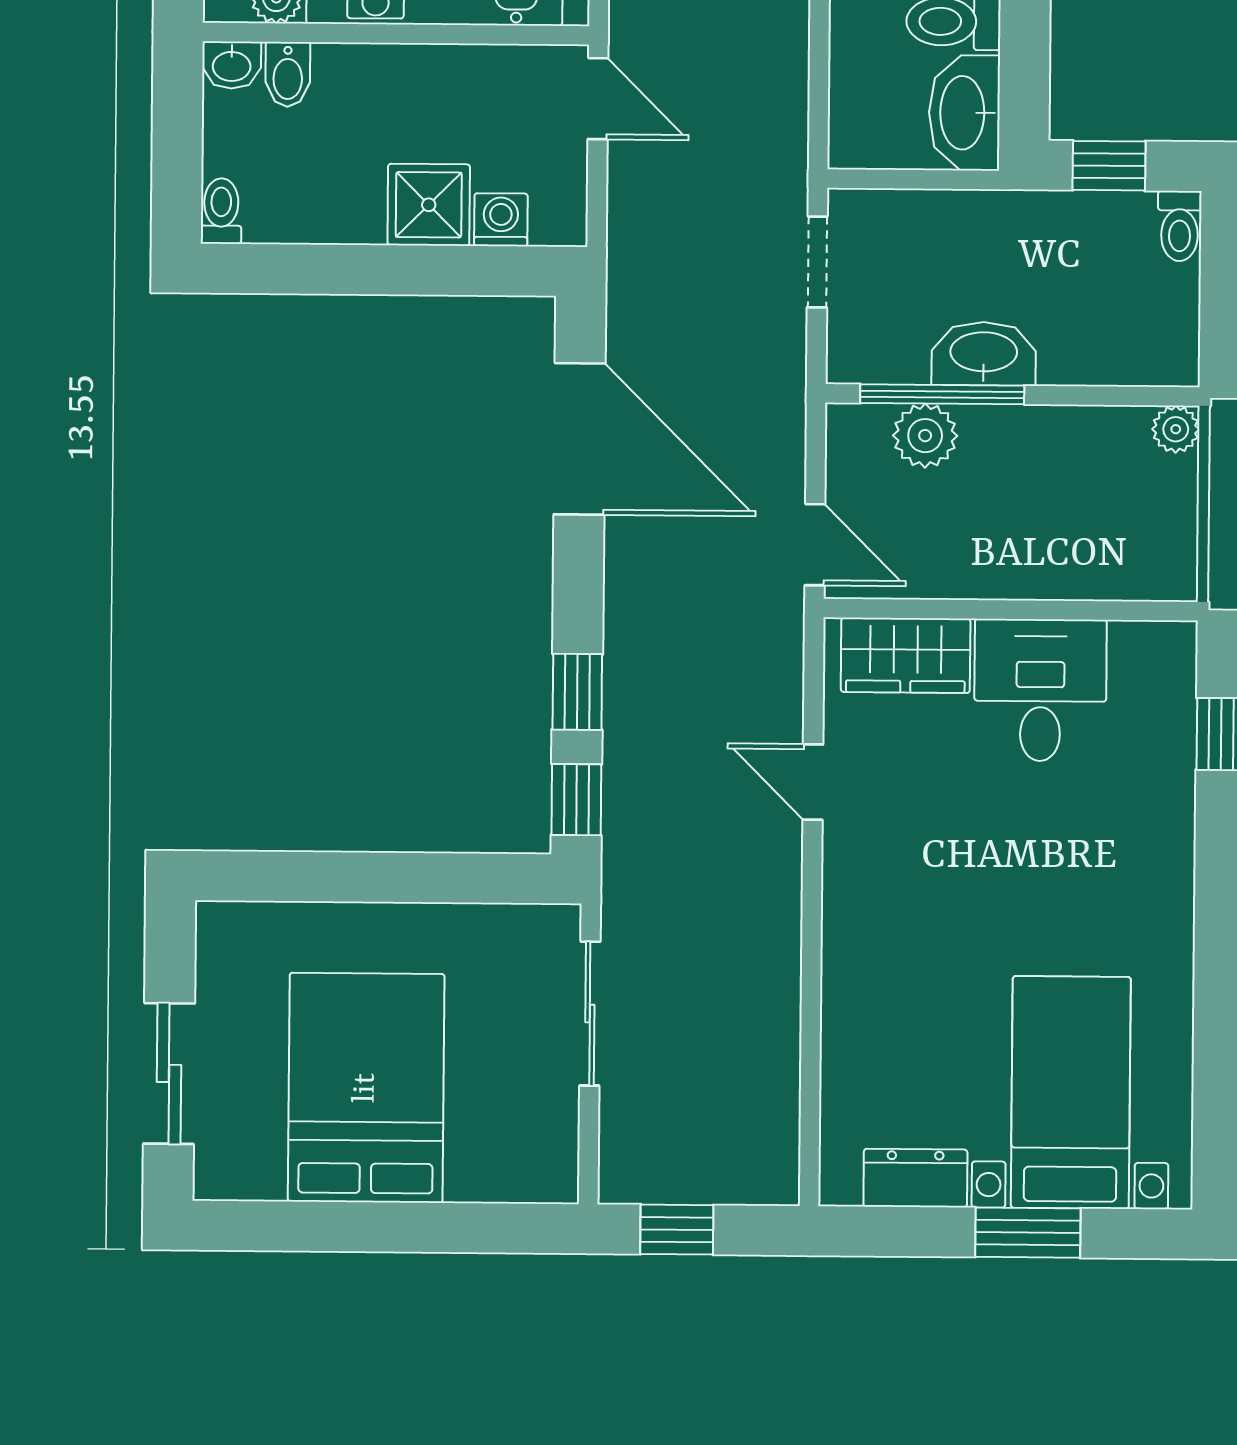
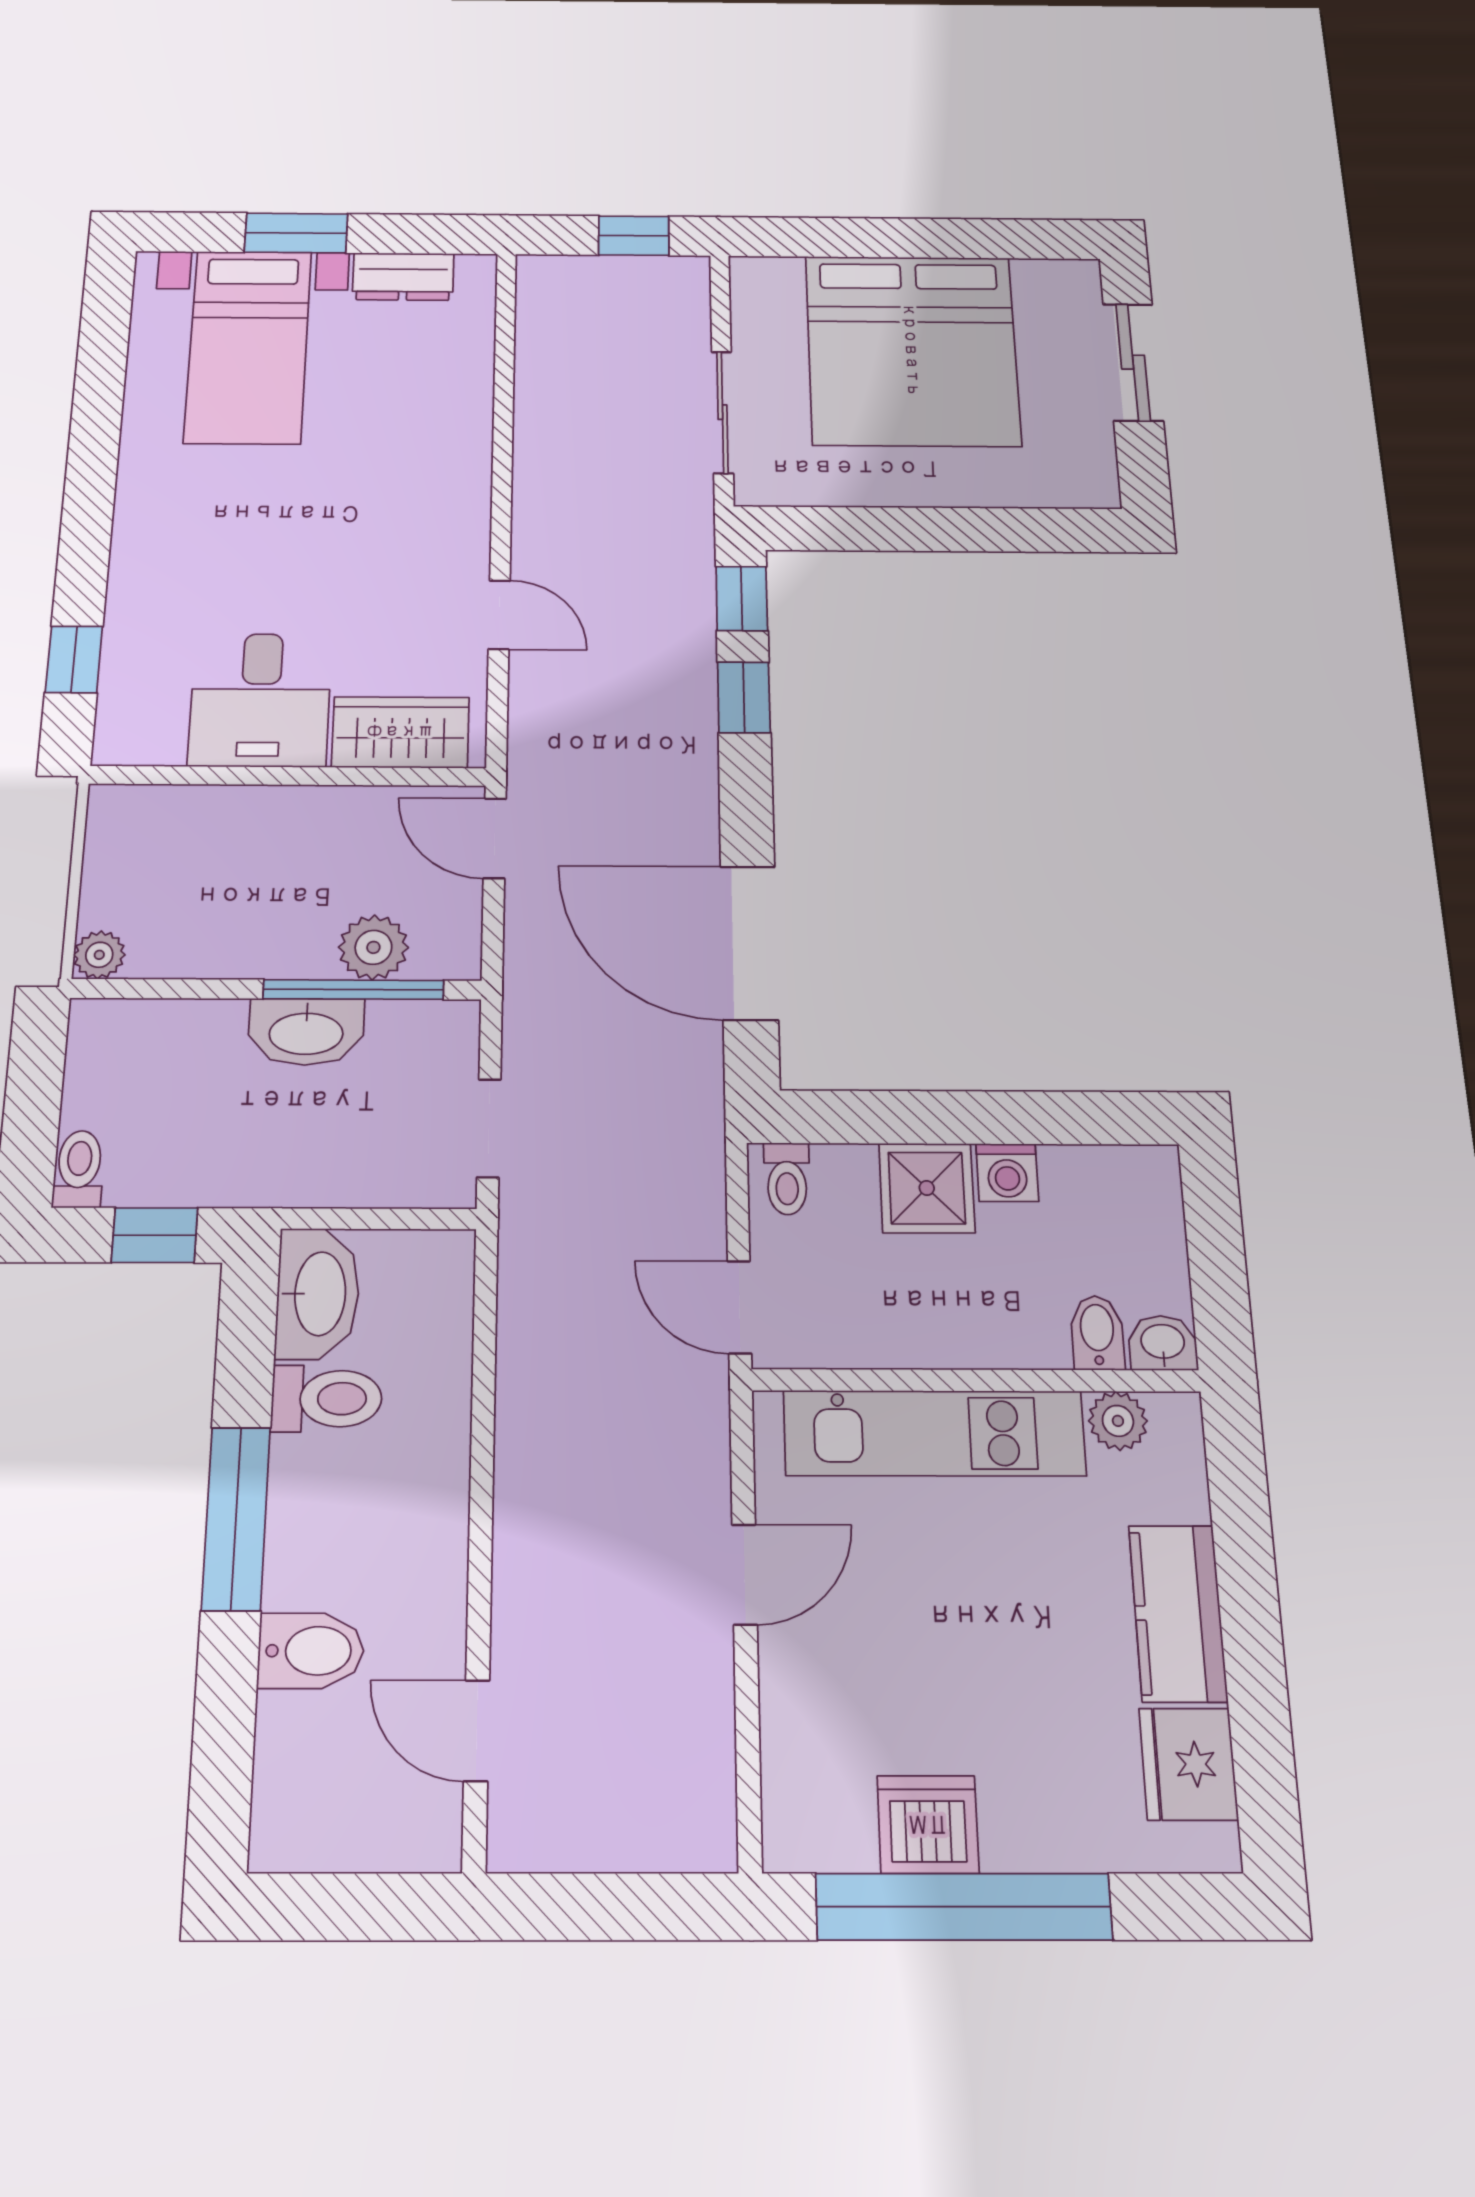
toilet: (221, 211) -> (787, 1179), moved
washing machine: (501, 220) -> (1007, 1173), moved
bed: (366, 1088) -> (912, 350), width x1.36

